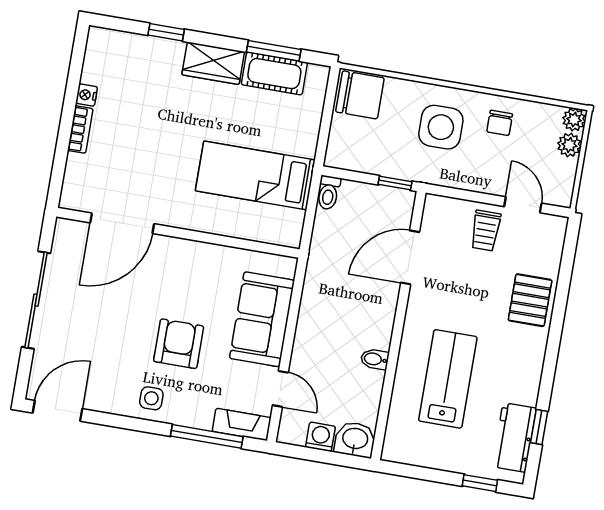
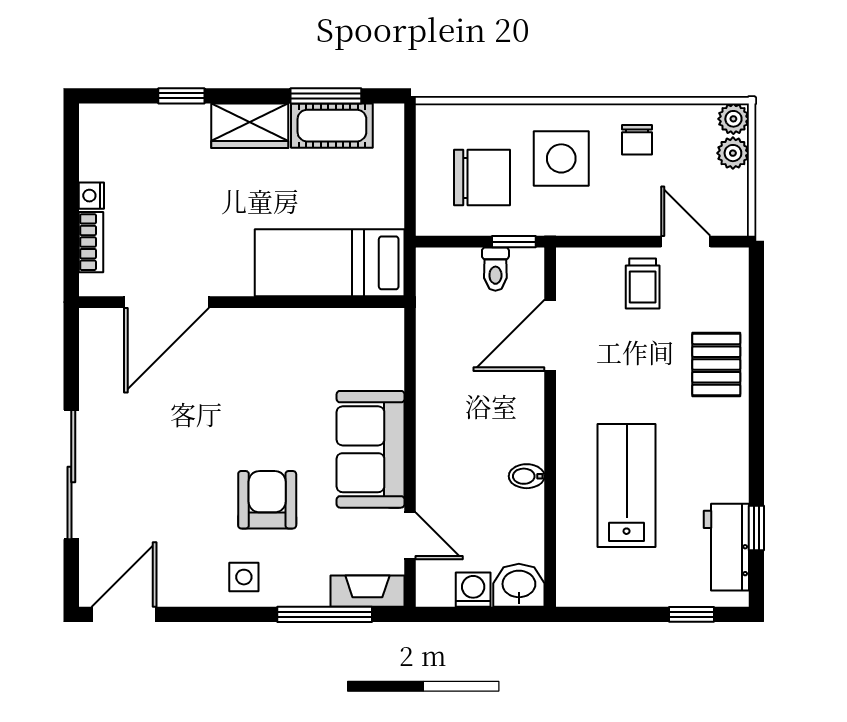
chair: (360, 95) -> (482, 178), moved
toilet: (328, 193) -> (495, 269), moved
door: (122, 223) -> (167, 302), moved
wall: (178, 233) -> (242, 302), moved

